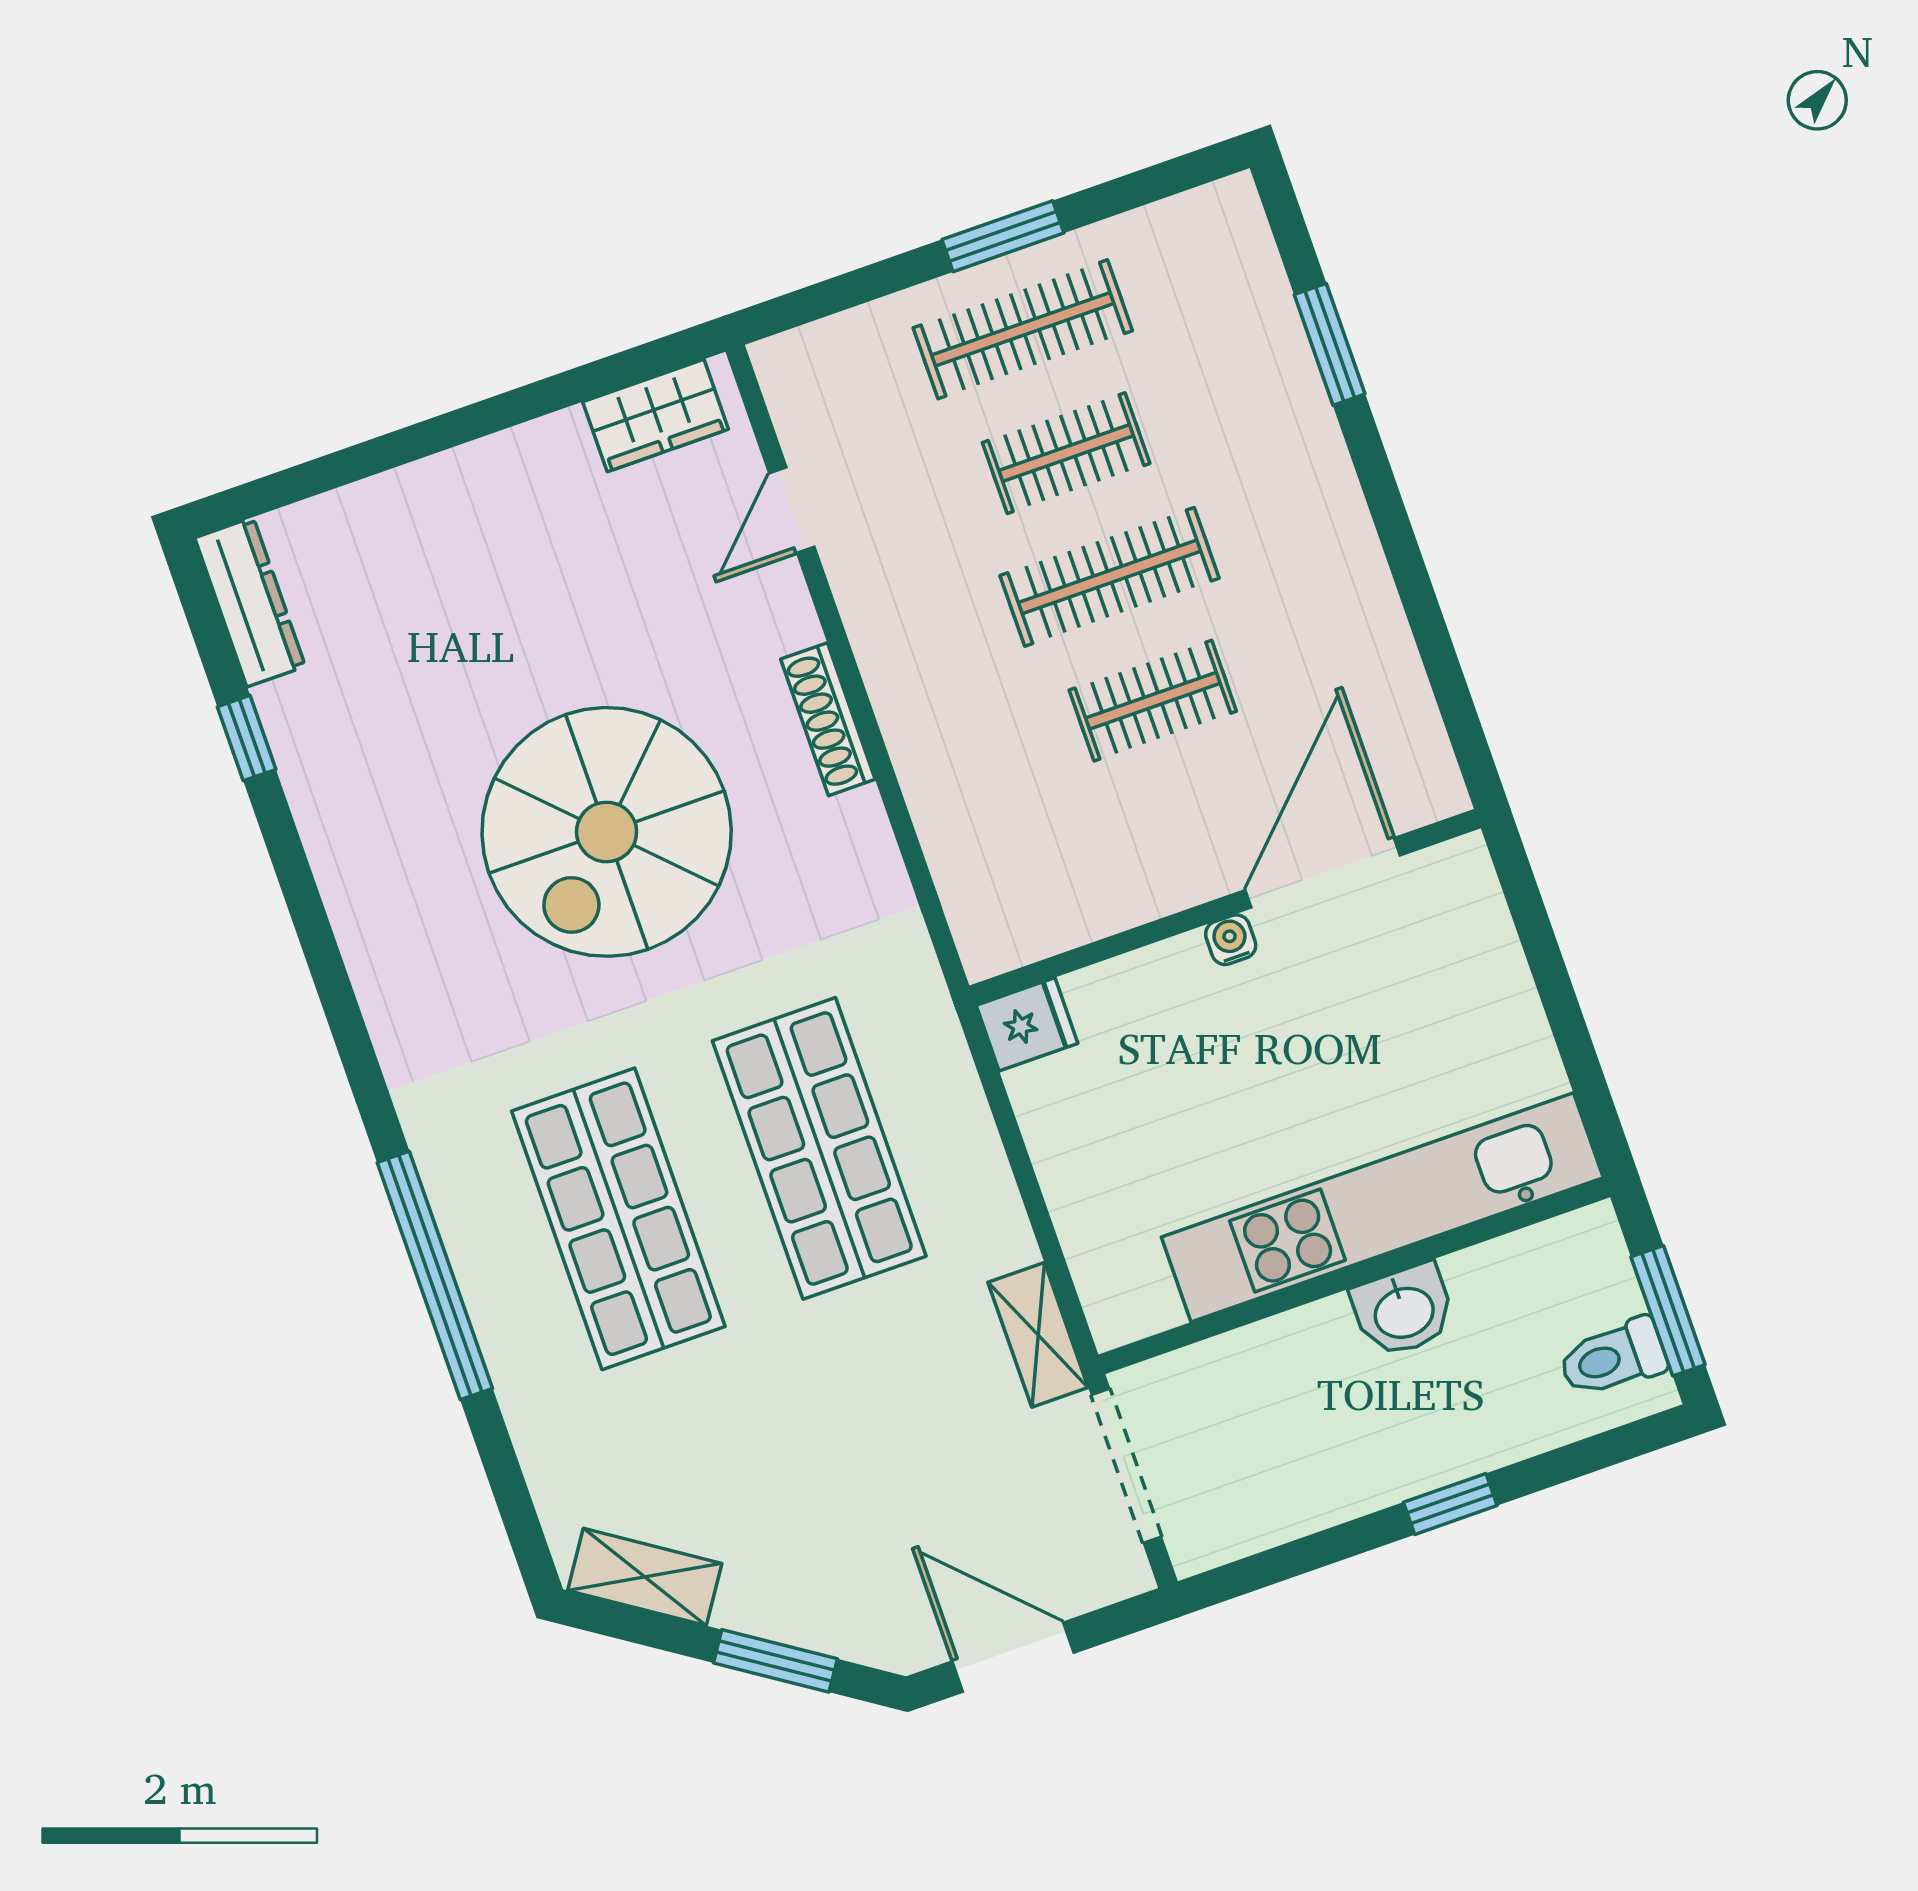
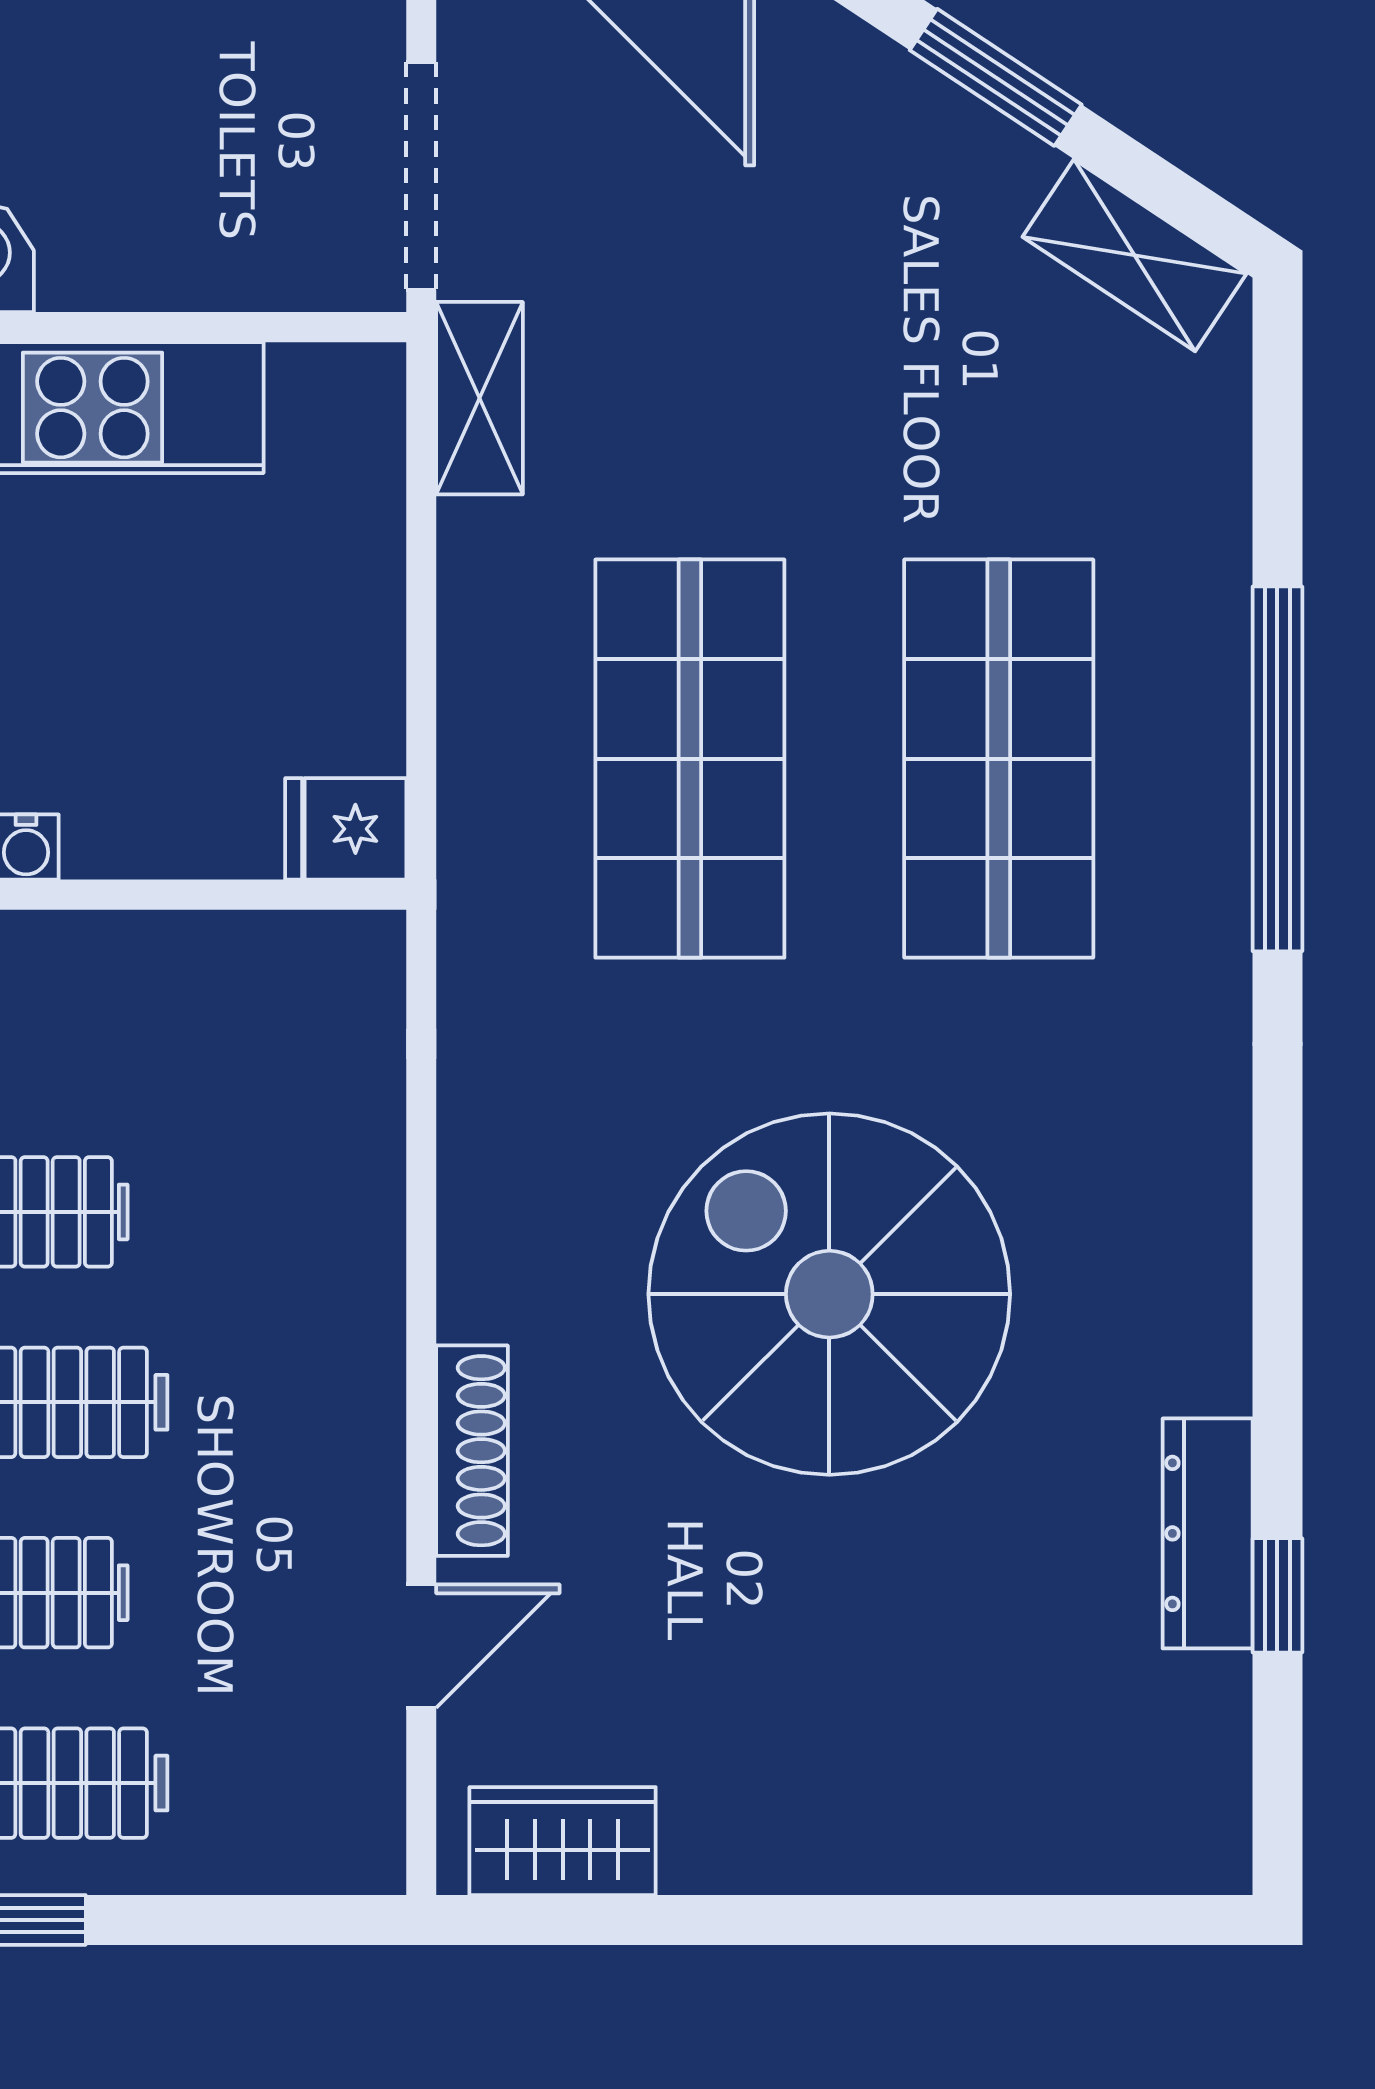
dresser: (250, 602) -> (1208, 1533), moved
shoe rack: (828, 719) -> (472, 1451), moved
spiral stairs: (607, 832) -> (829, 1294), turned -90

